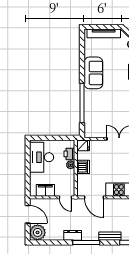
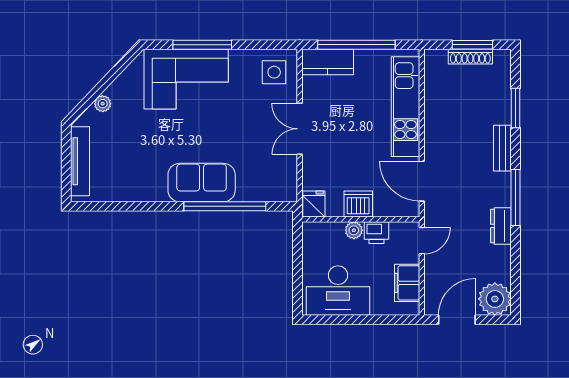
sofa: (93, 73) -> (202, 183), moved
printer: (69, 154) -> (377, 233), moved
door: (94, 197) -> (422, 181), swing flipped

